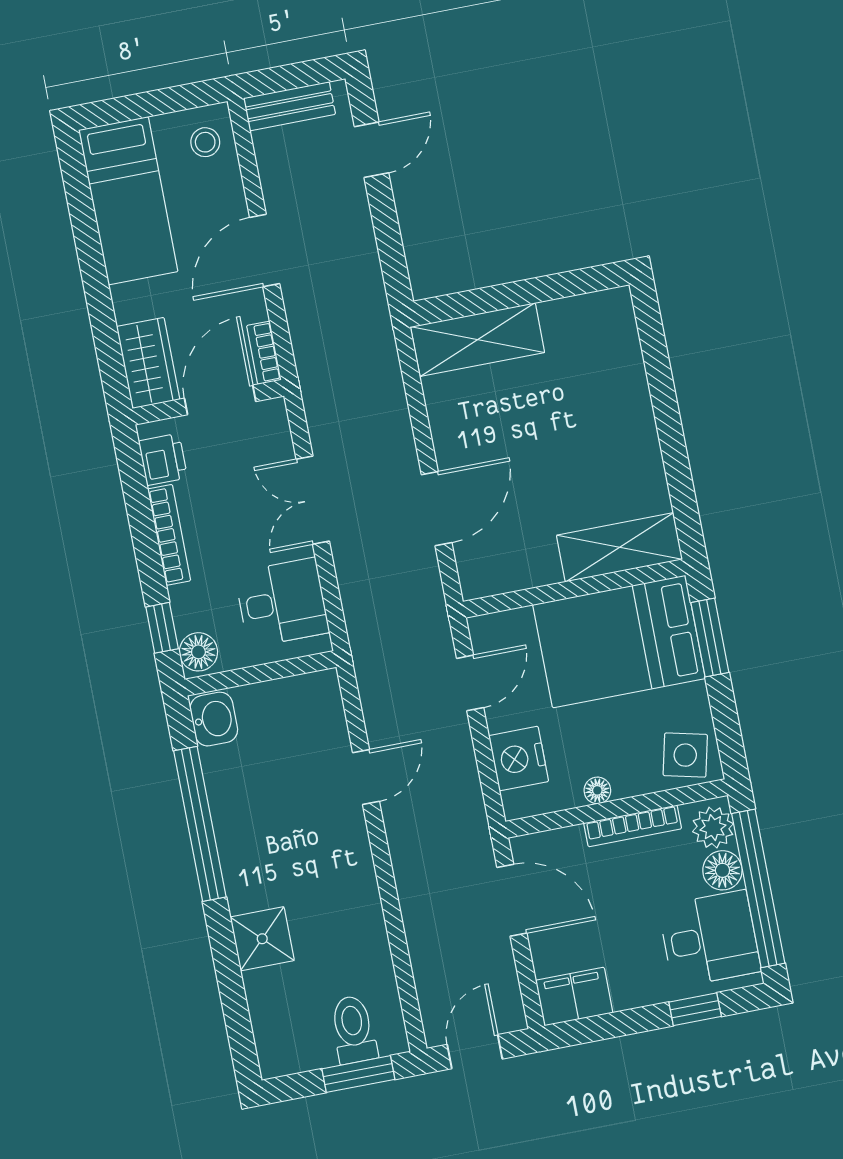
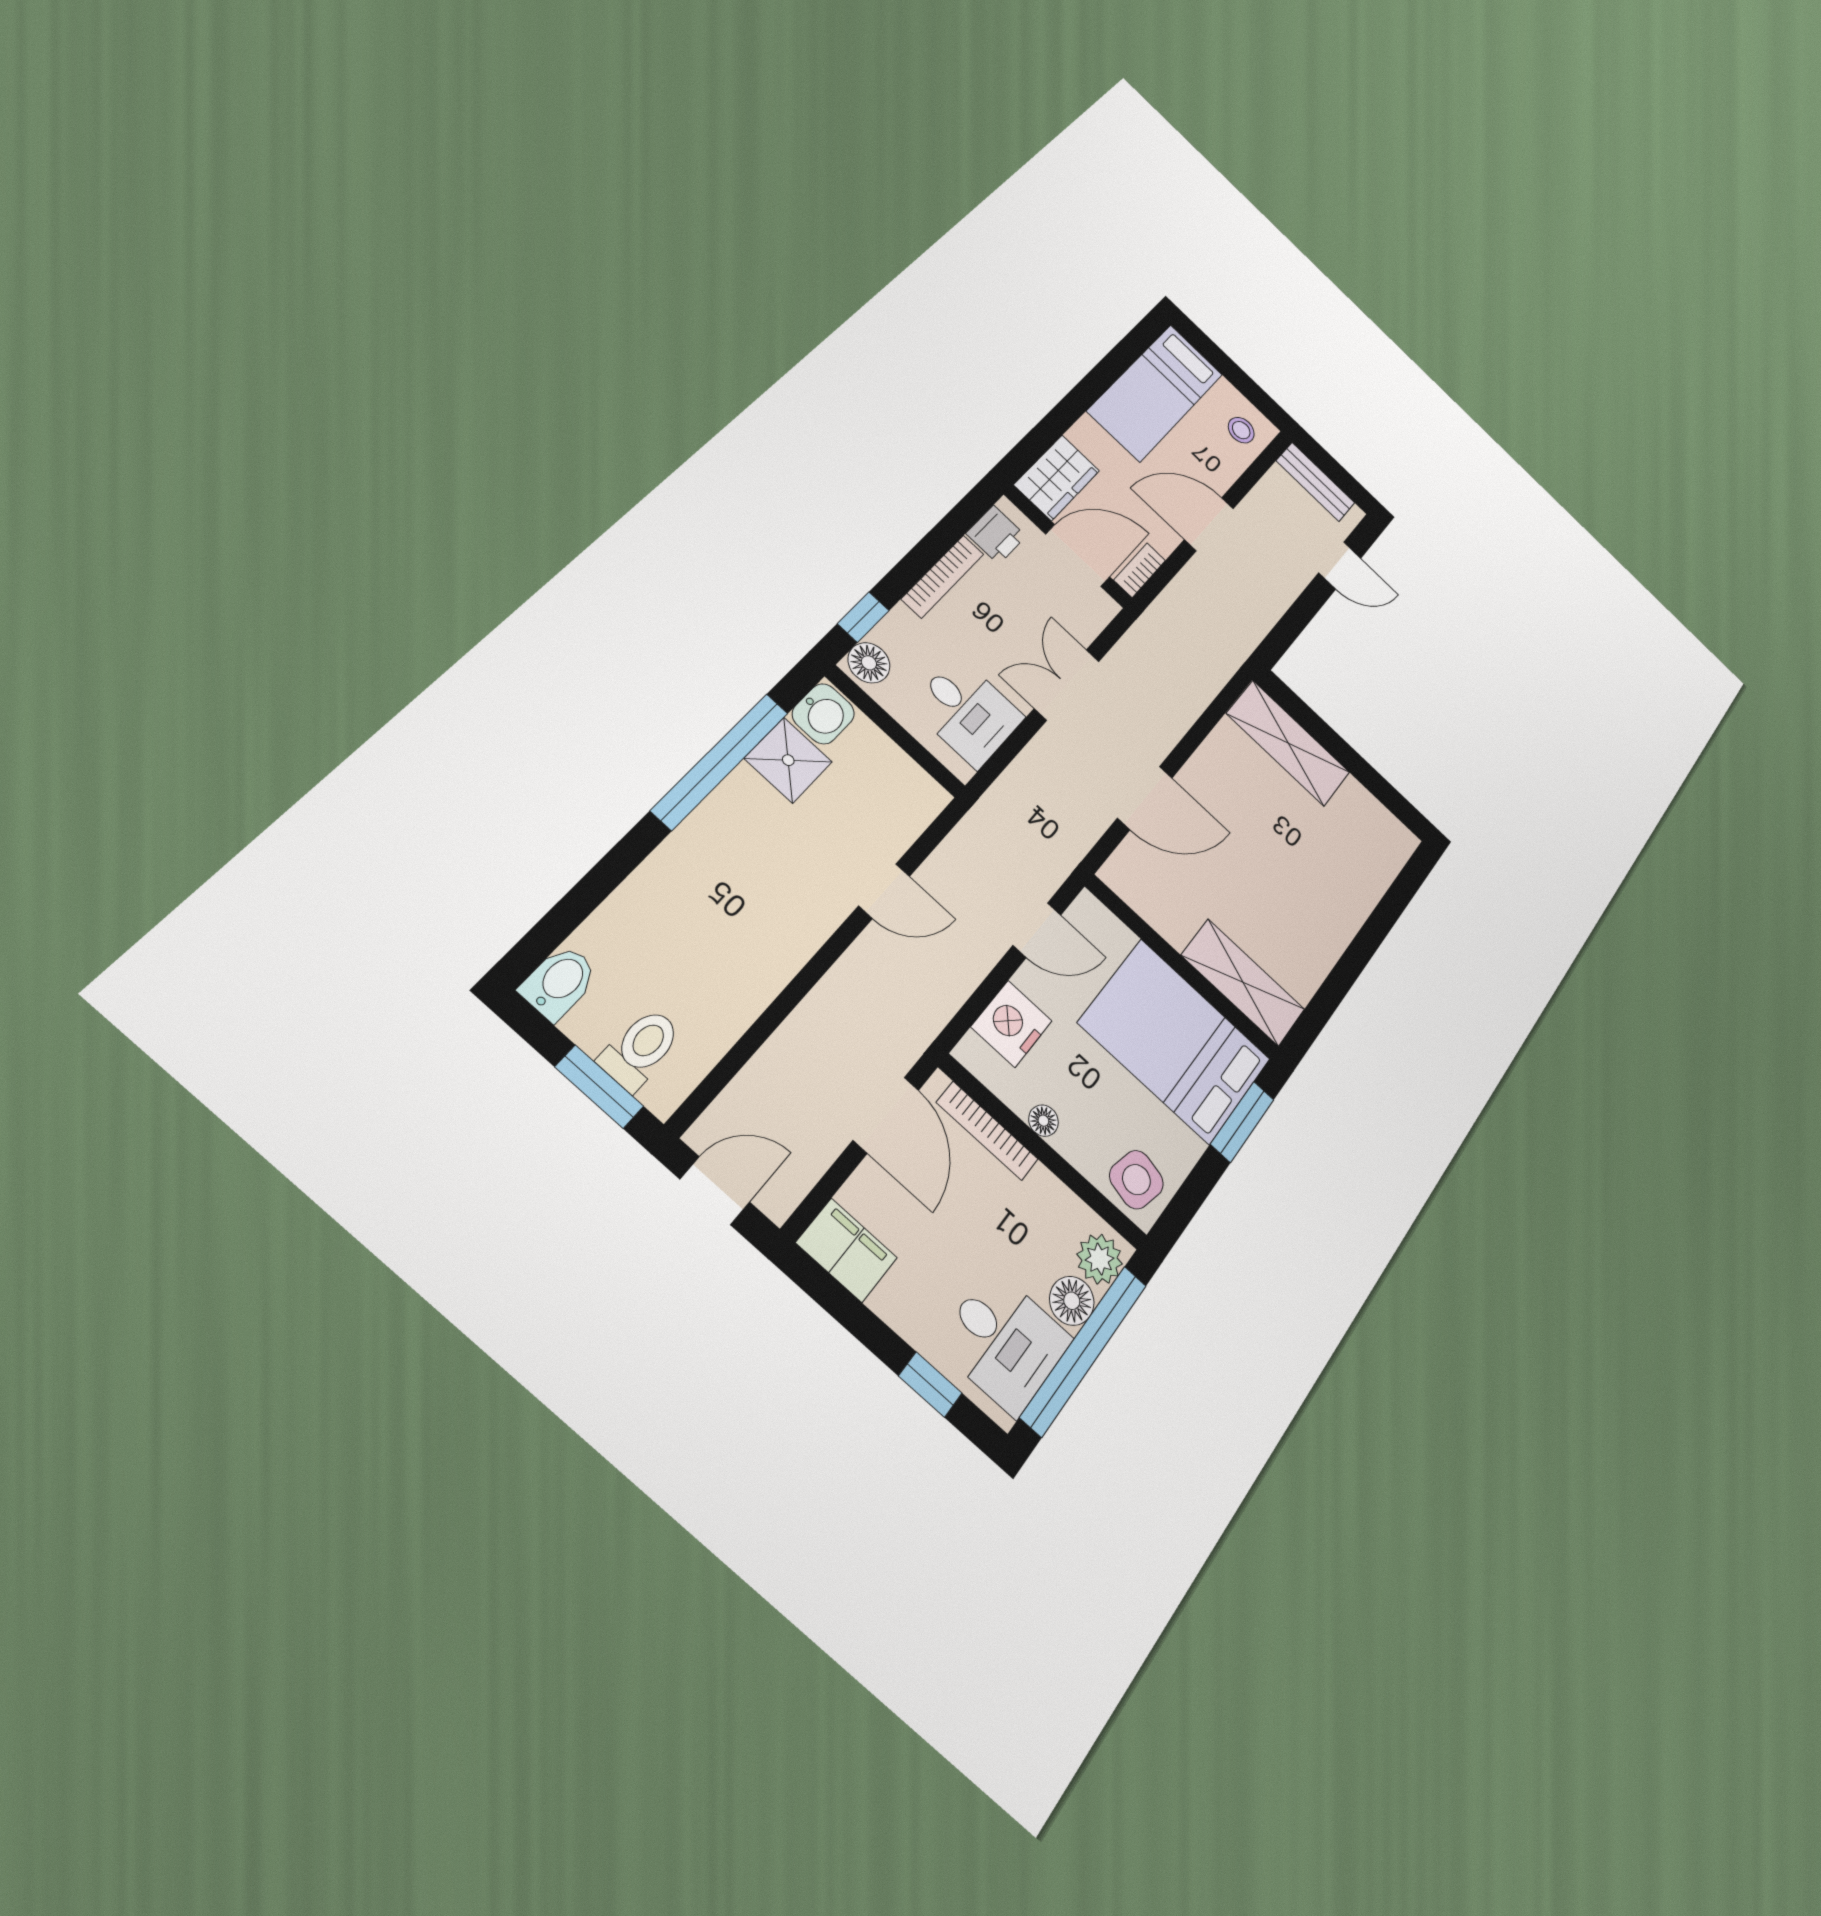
bookcase: (633, 826) -> (987, 1131), moved
shower: (262, 939) -> (788, 760), moved
bidet: (275, 1049) -> (559, 982), added

